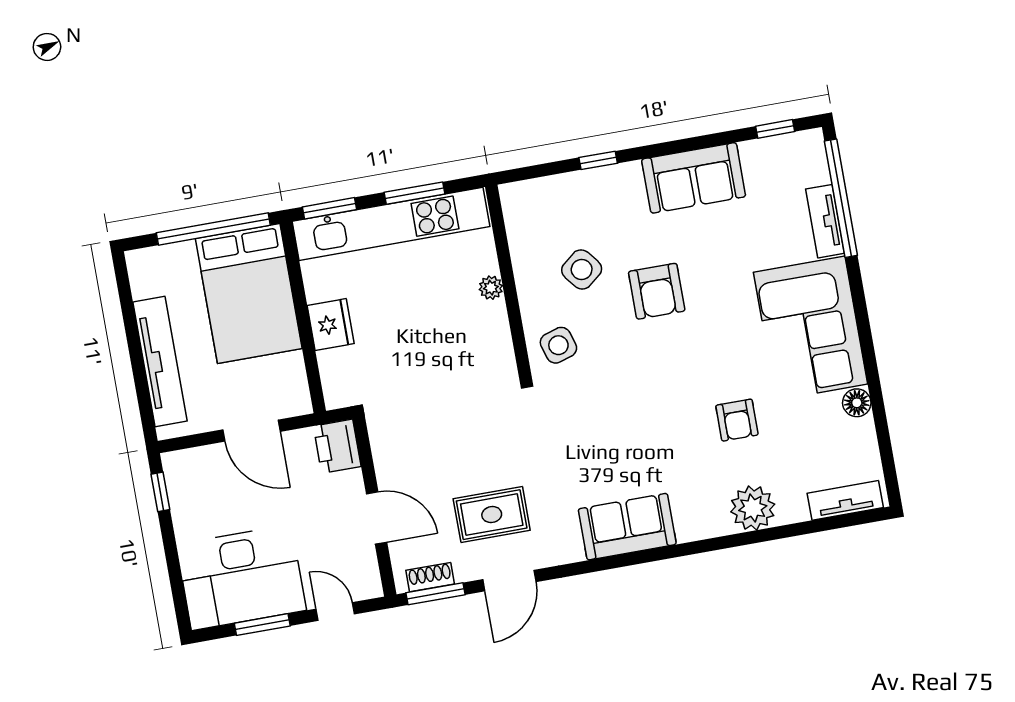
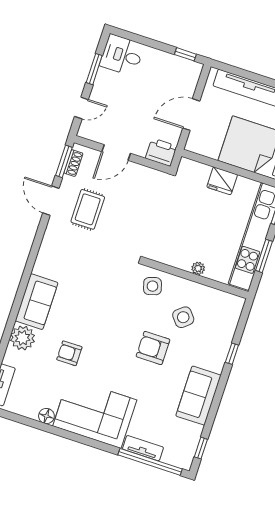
sofa: (627, 527) -> (37, 302), moved
desk: (241, 578) -> (122, 55), width x0.53, depth x0.77

